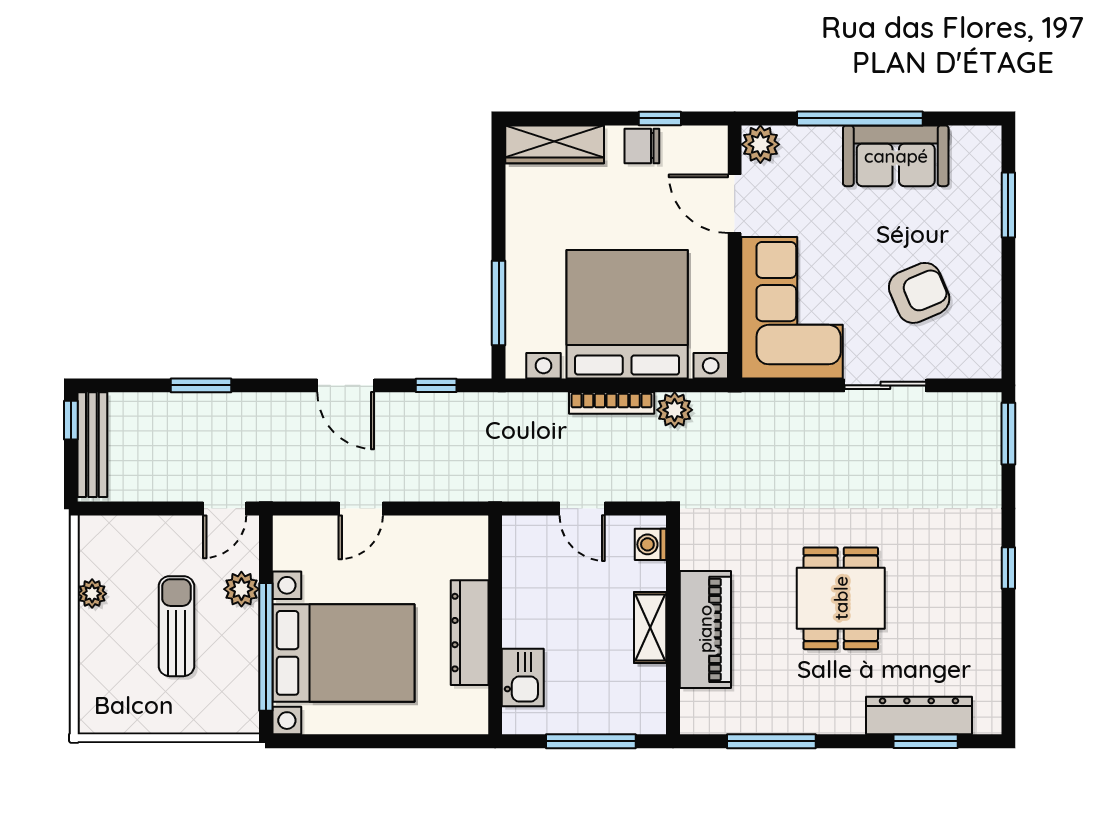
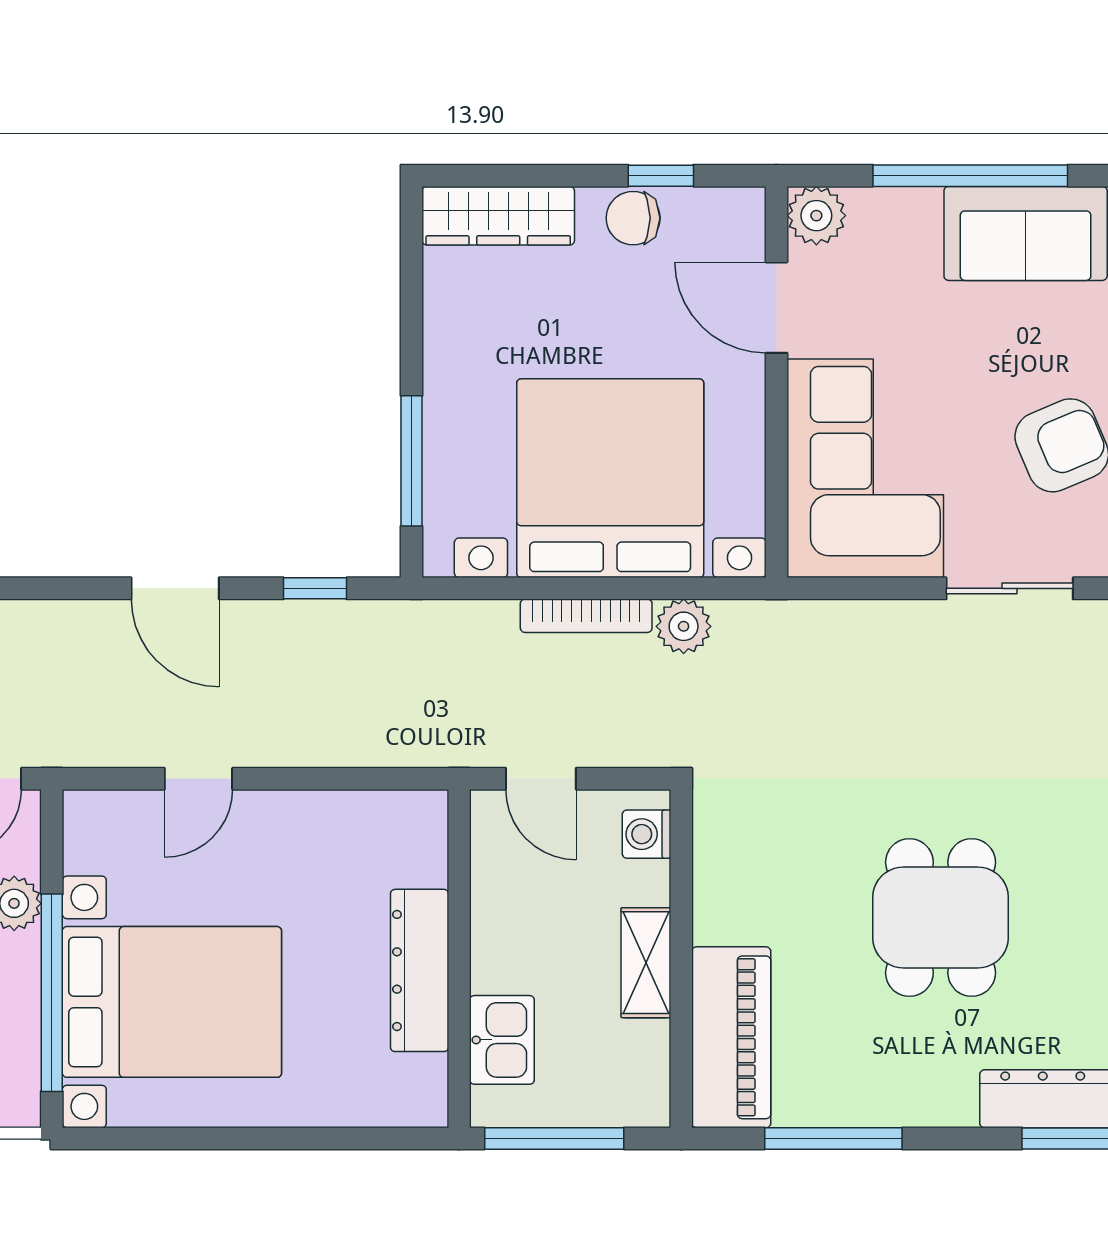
wall: (495, 625) -> (459, 959), moved
piano: (705, 629) -> (731, 1037), moved
dresser: (470, 633) -> (420, 970), moved
kitchen sink: (523, 677) -> (502, 1040), moved

